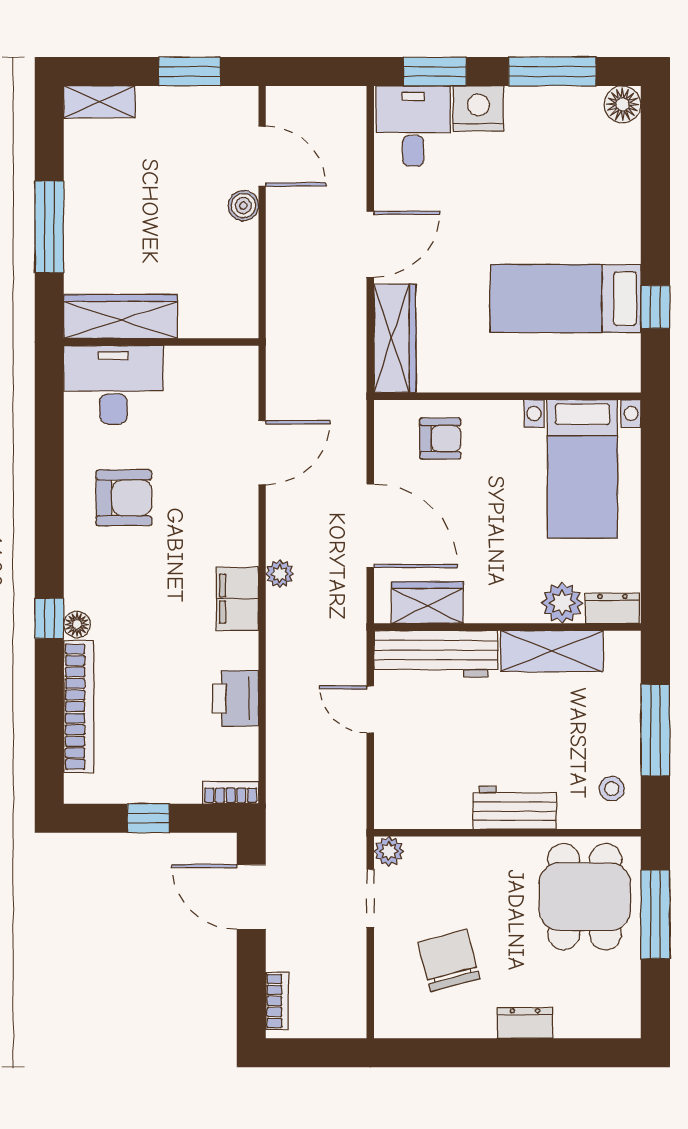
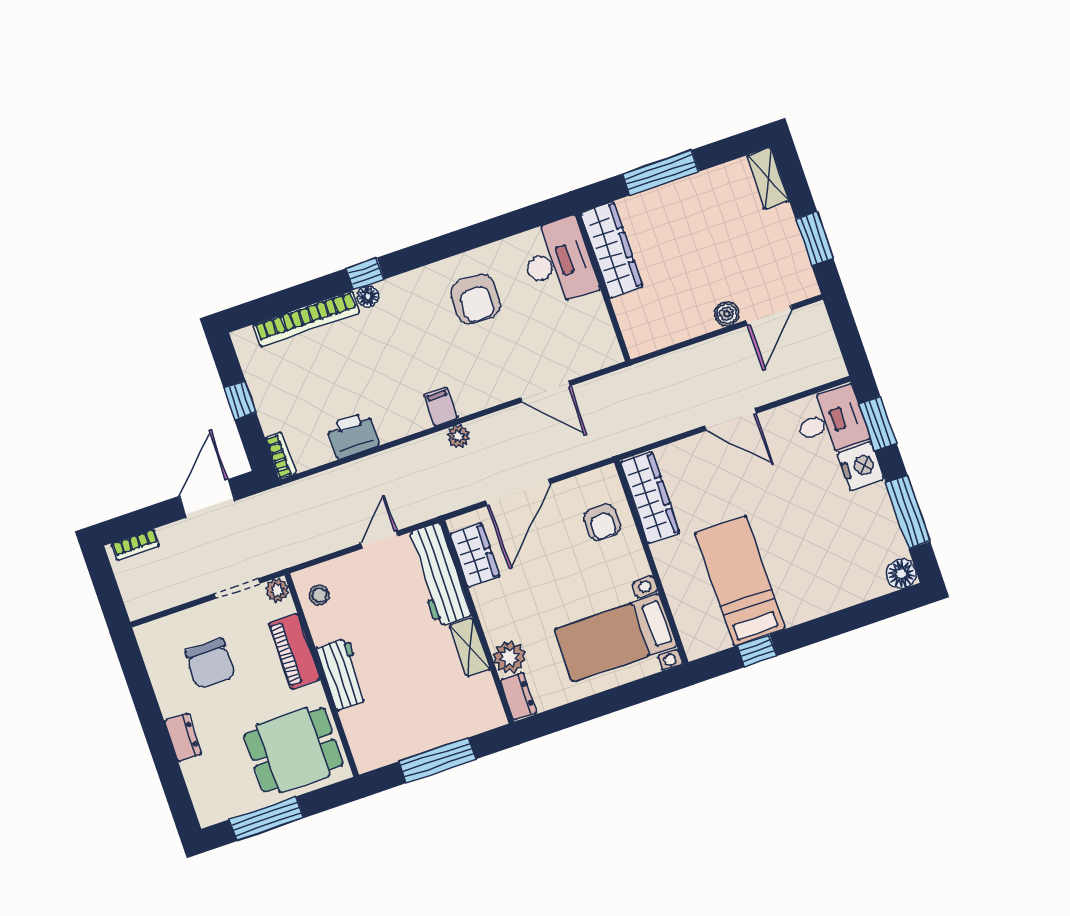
wardrobe: (395, 338) -> (650, 498), moved, turned -90
filing cabinet: (237, 599) -> (441, 407), width x0.50
shelving: (552, 651) -> (470, 647), width x0.67, depth x0.75
stool: (612, 789) -> (319, 595), moved
piano: (468, 856) -> (294, 651), added
window: (655, 914) -> (266, 819), moved
chair: (449, 960) -> (210, 664), turned 105

